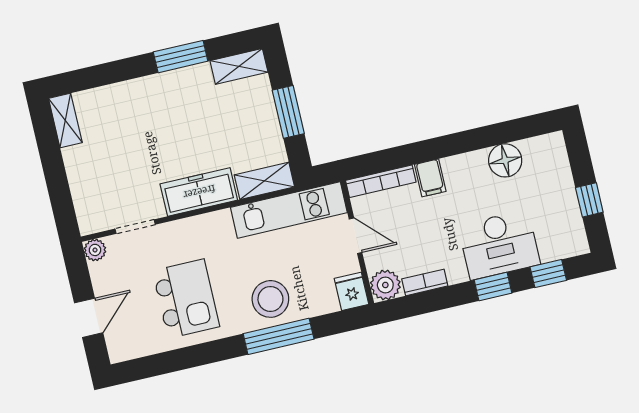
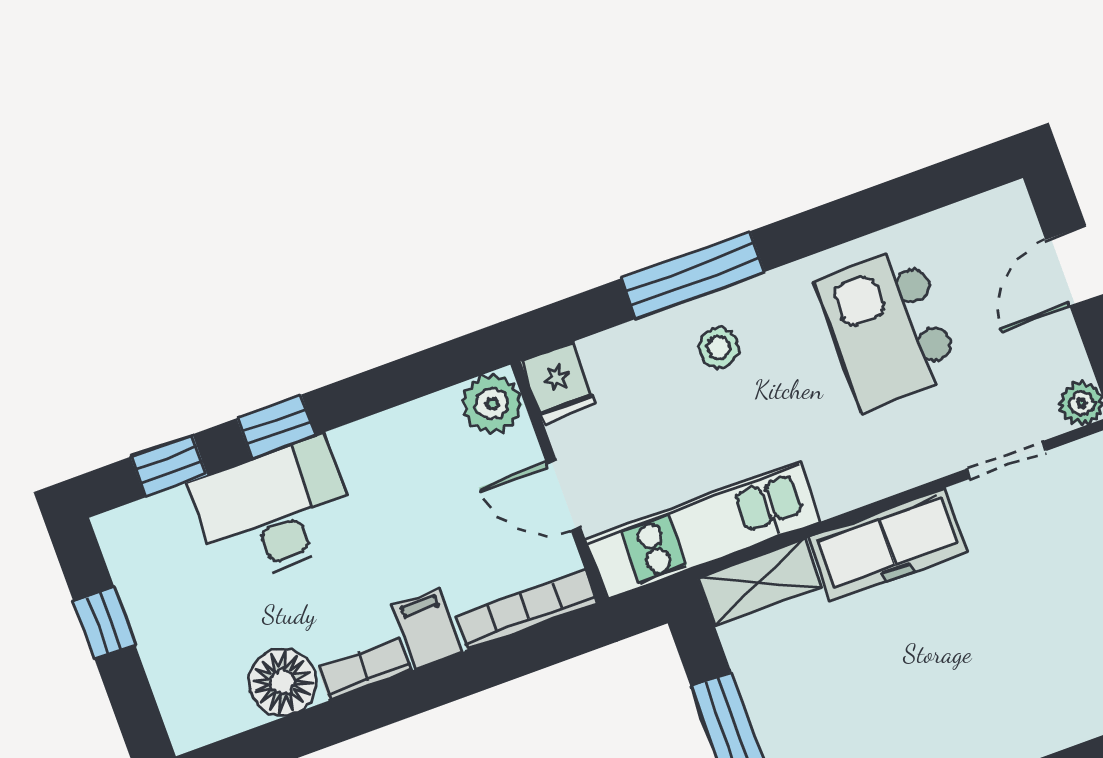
bookcase: (425, 282) -> (365, 669), moved, turned 180
stool: (270, 299) -> (719, 348), width x0.53, depth x0.53

